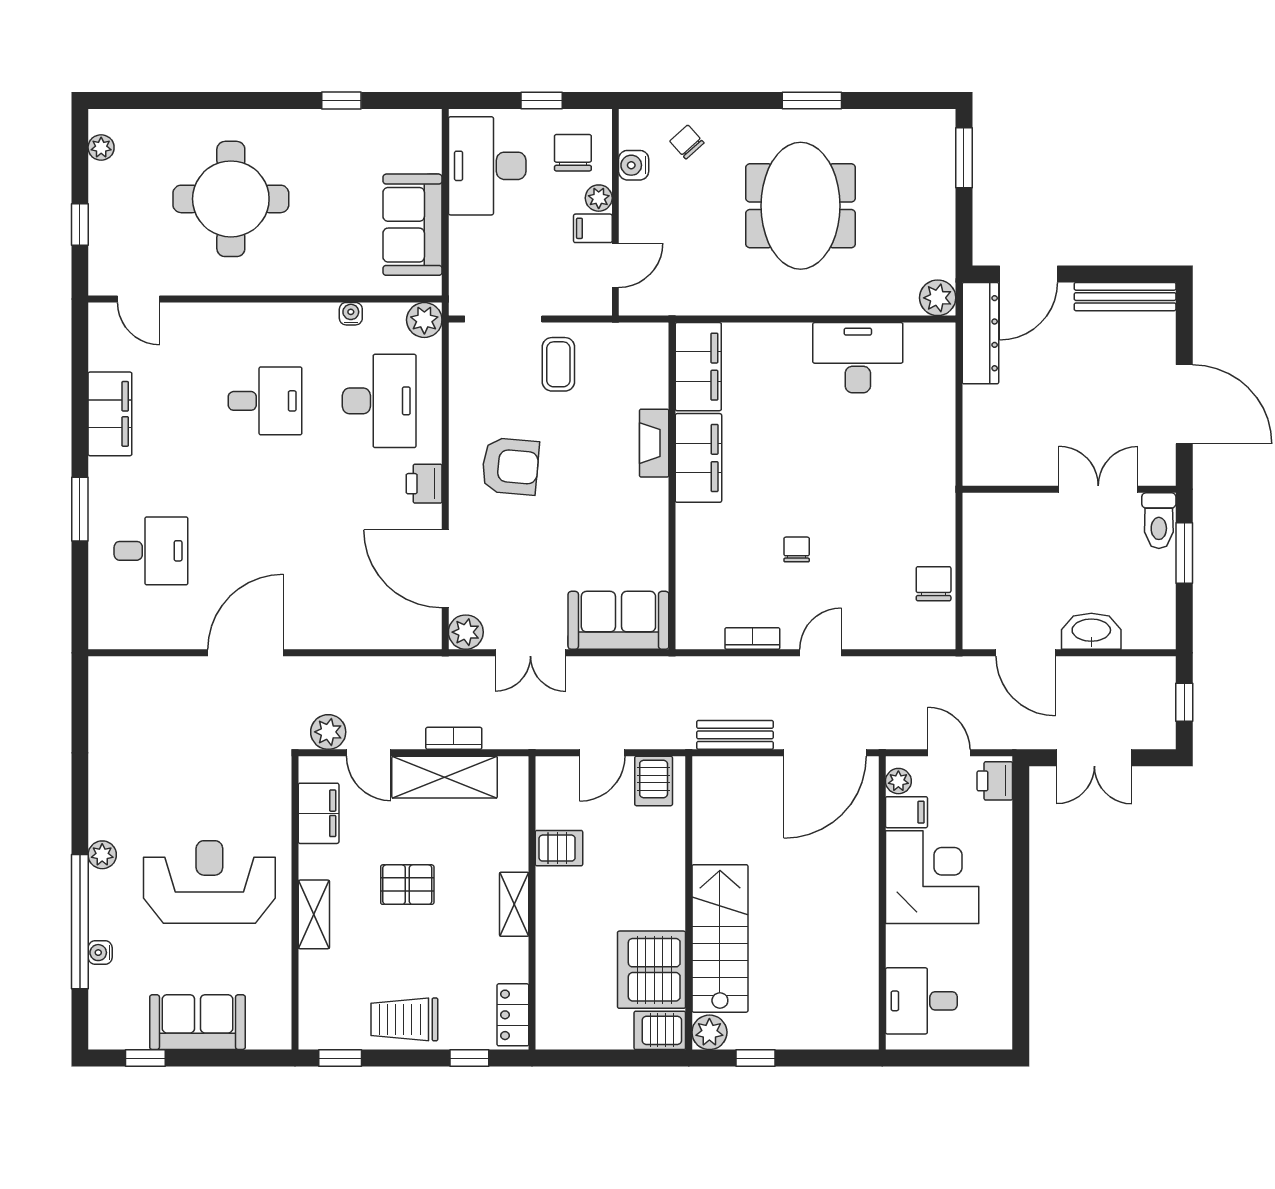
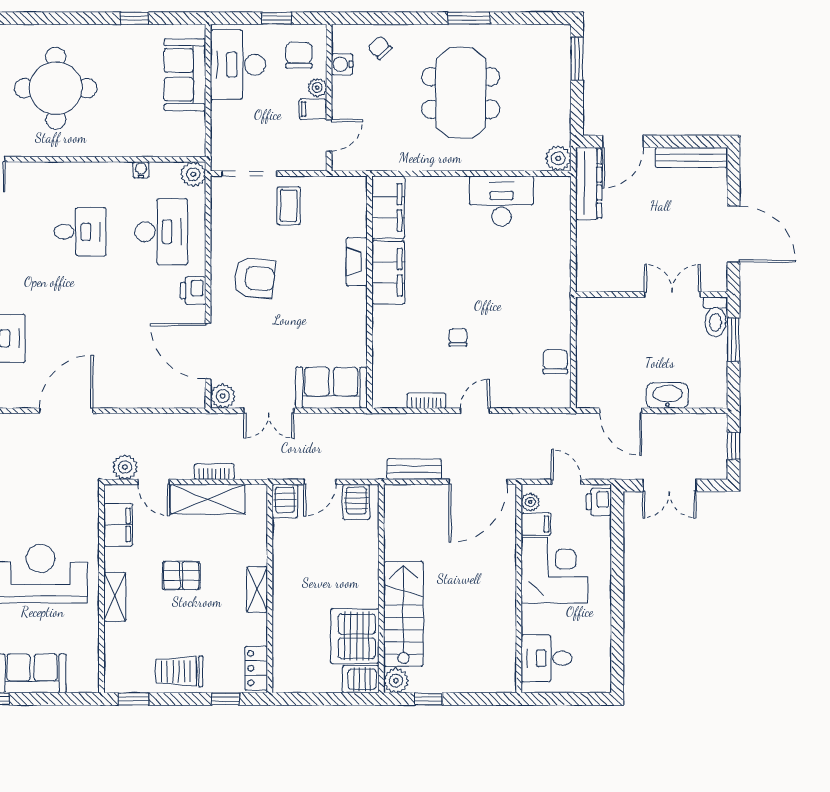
sofa: (413, 225) -> (185, 75), moved
server rack: (559, 848) -> (285, 501), moved, turned 90

